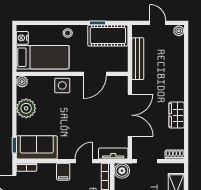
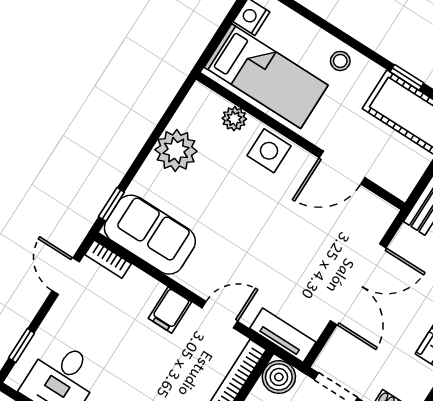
plant: (22, 82) -> (234, 119), moved

